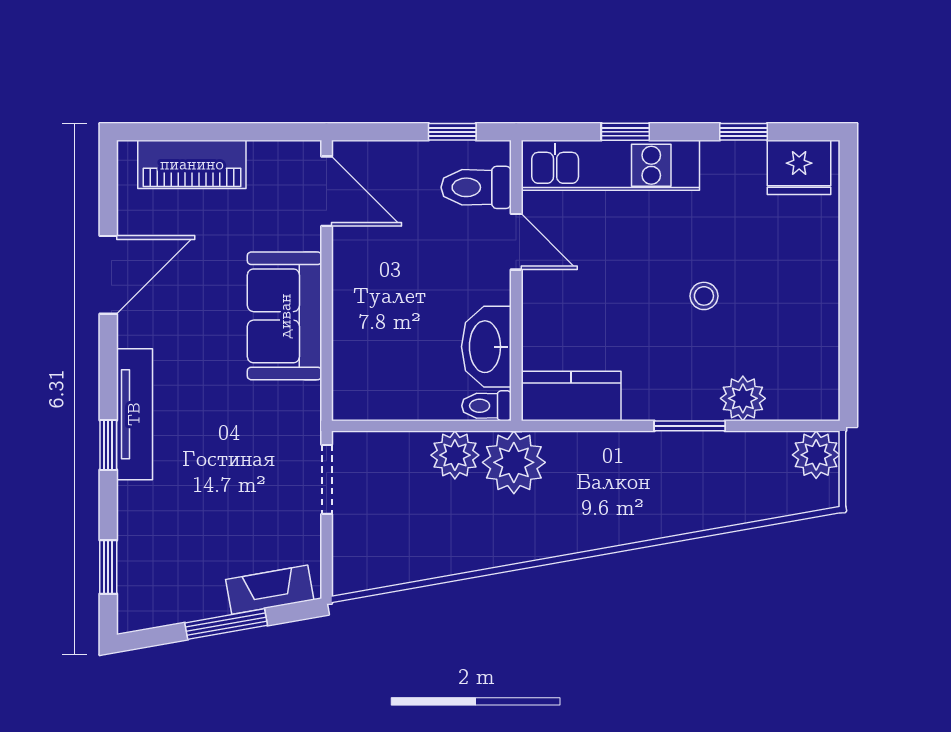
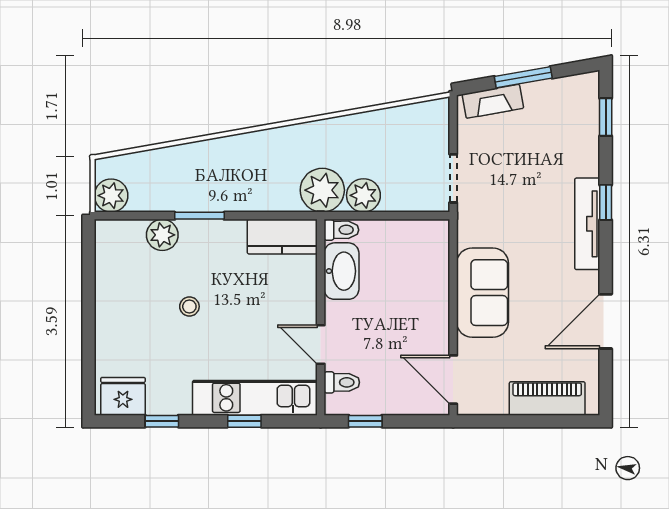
toilet: (476, 187) -> (342, 382), width x0.73, depth x0.72

